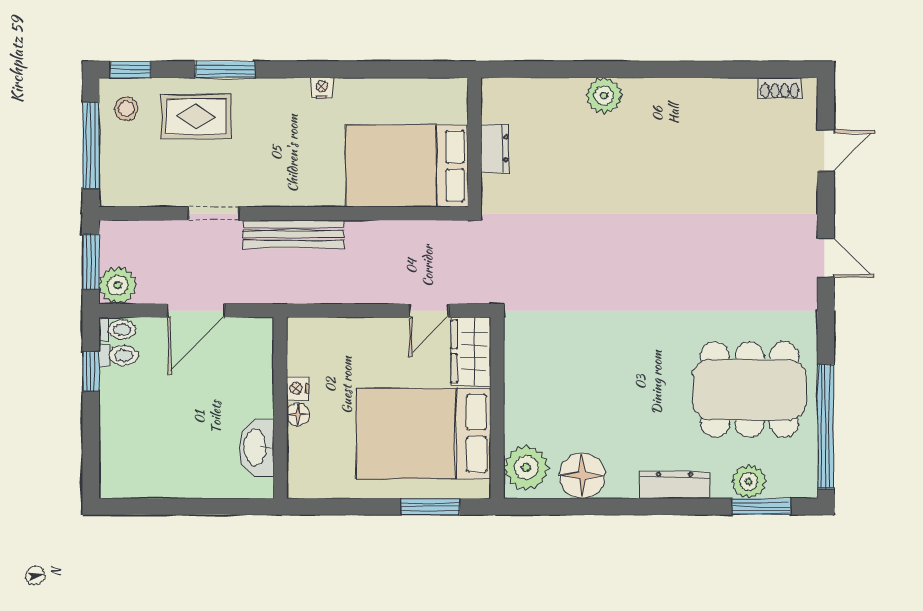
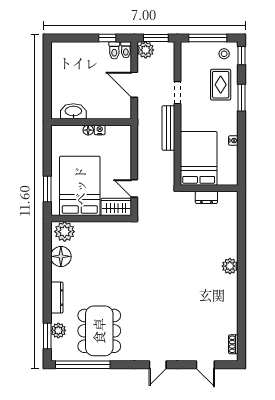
wall: (474, 142) -> (209, 188), moved
dresser: (495, 148) -> (206, 197), moved
bed: (407, 166) -> (199, 158), moved

